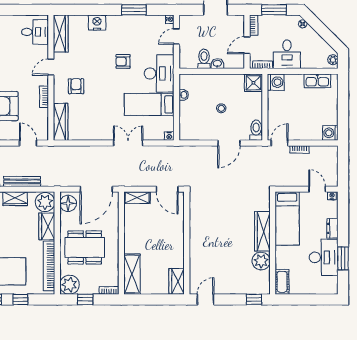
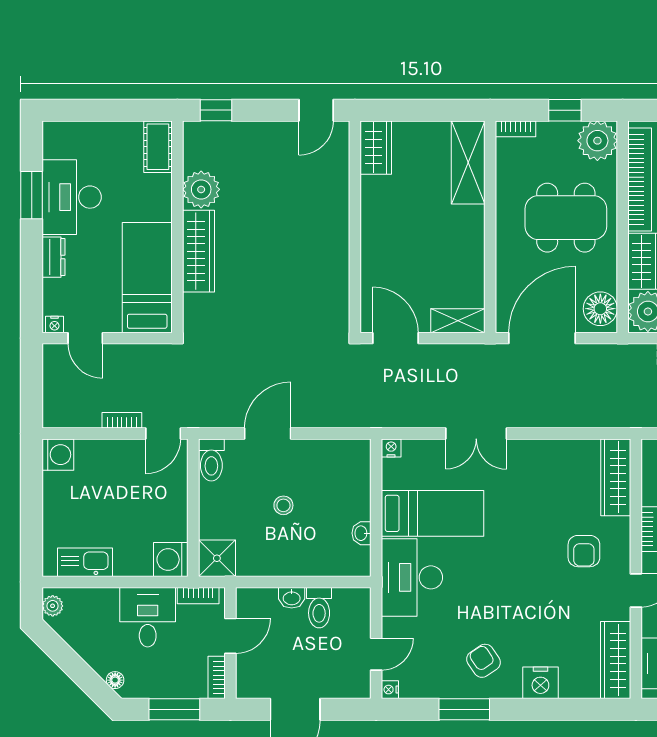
armchair: (123, 61) -> (484, 661), moved, turned -124

